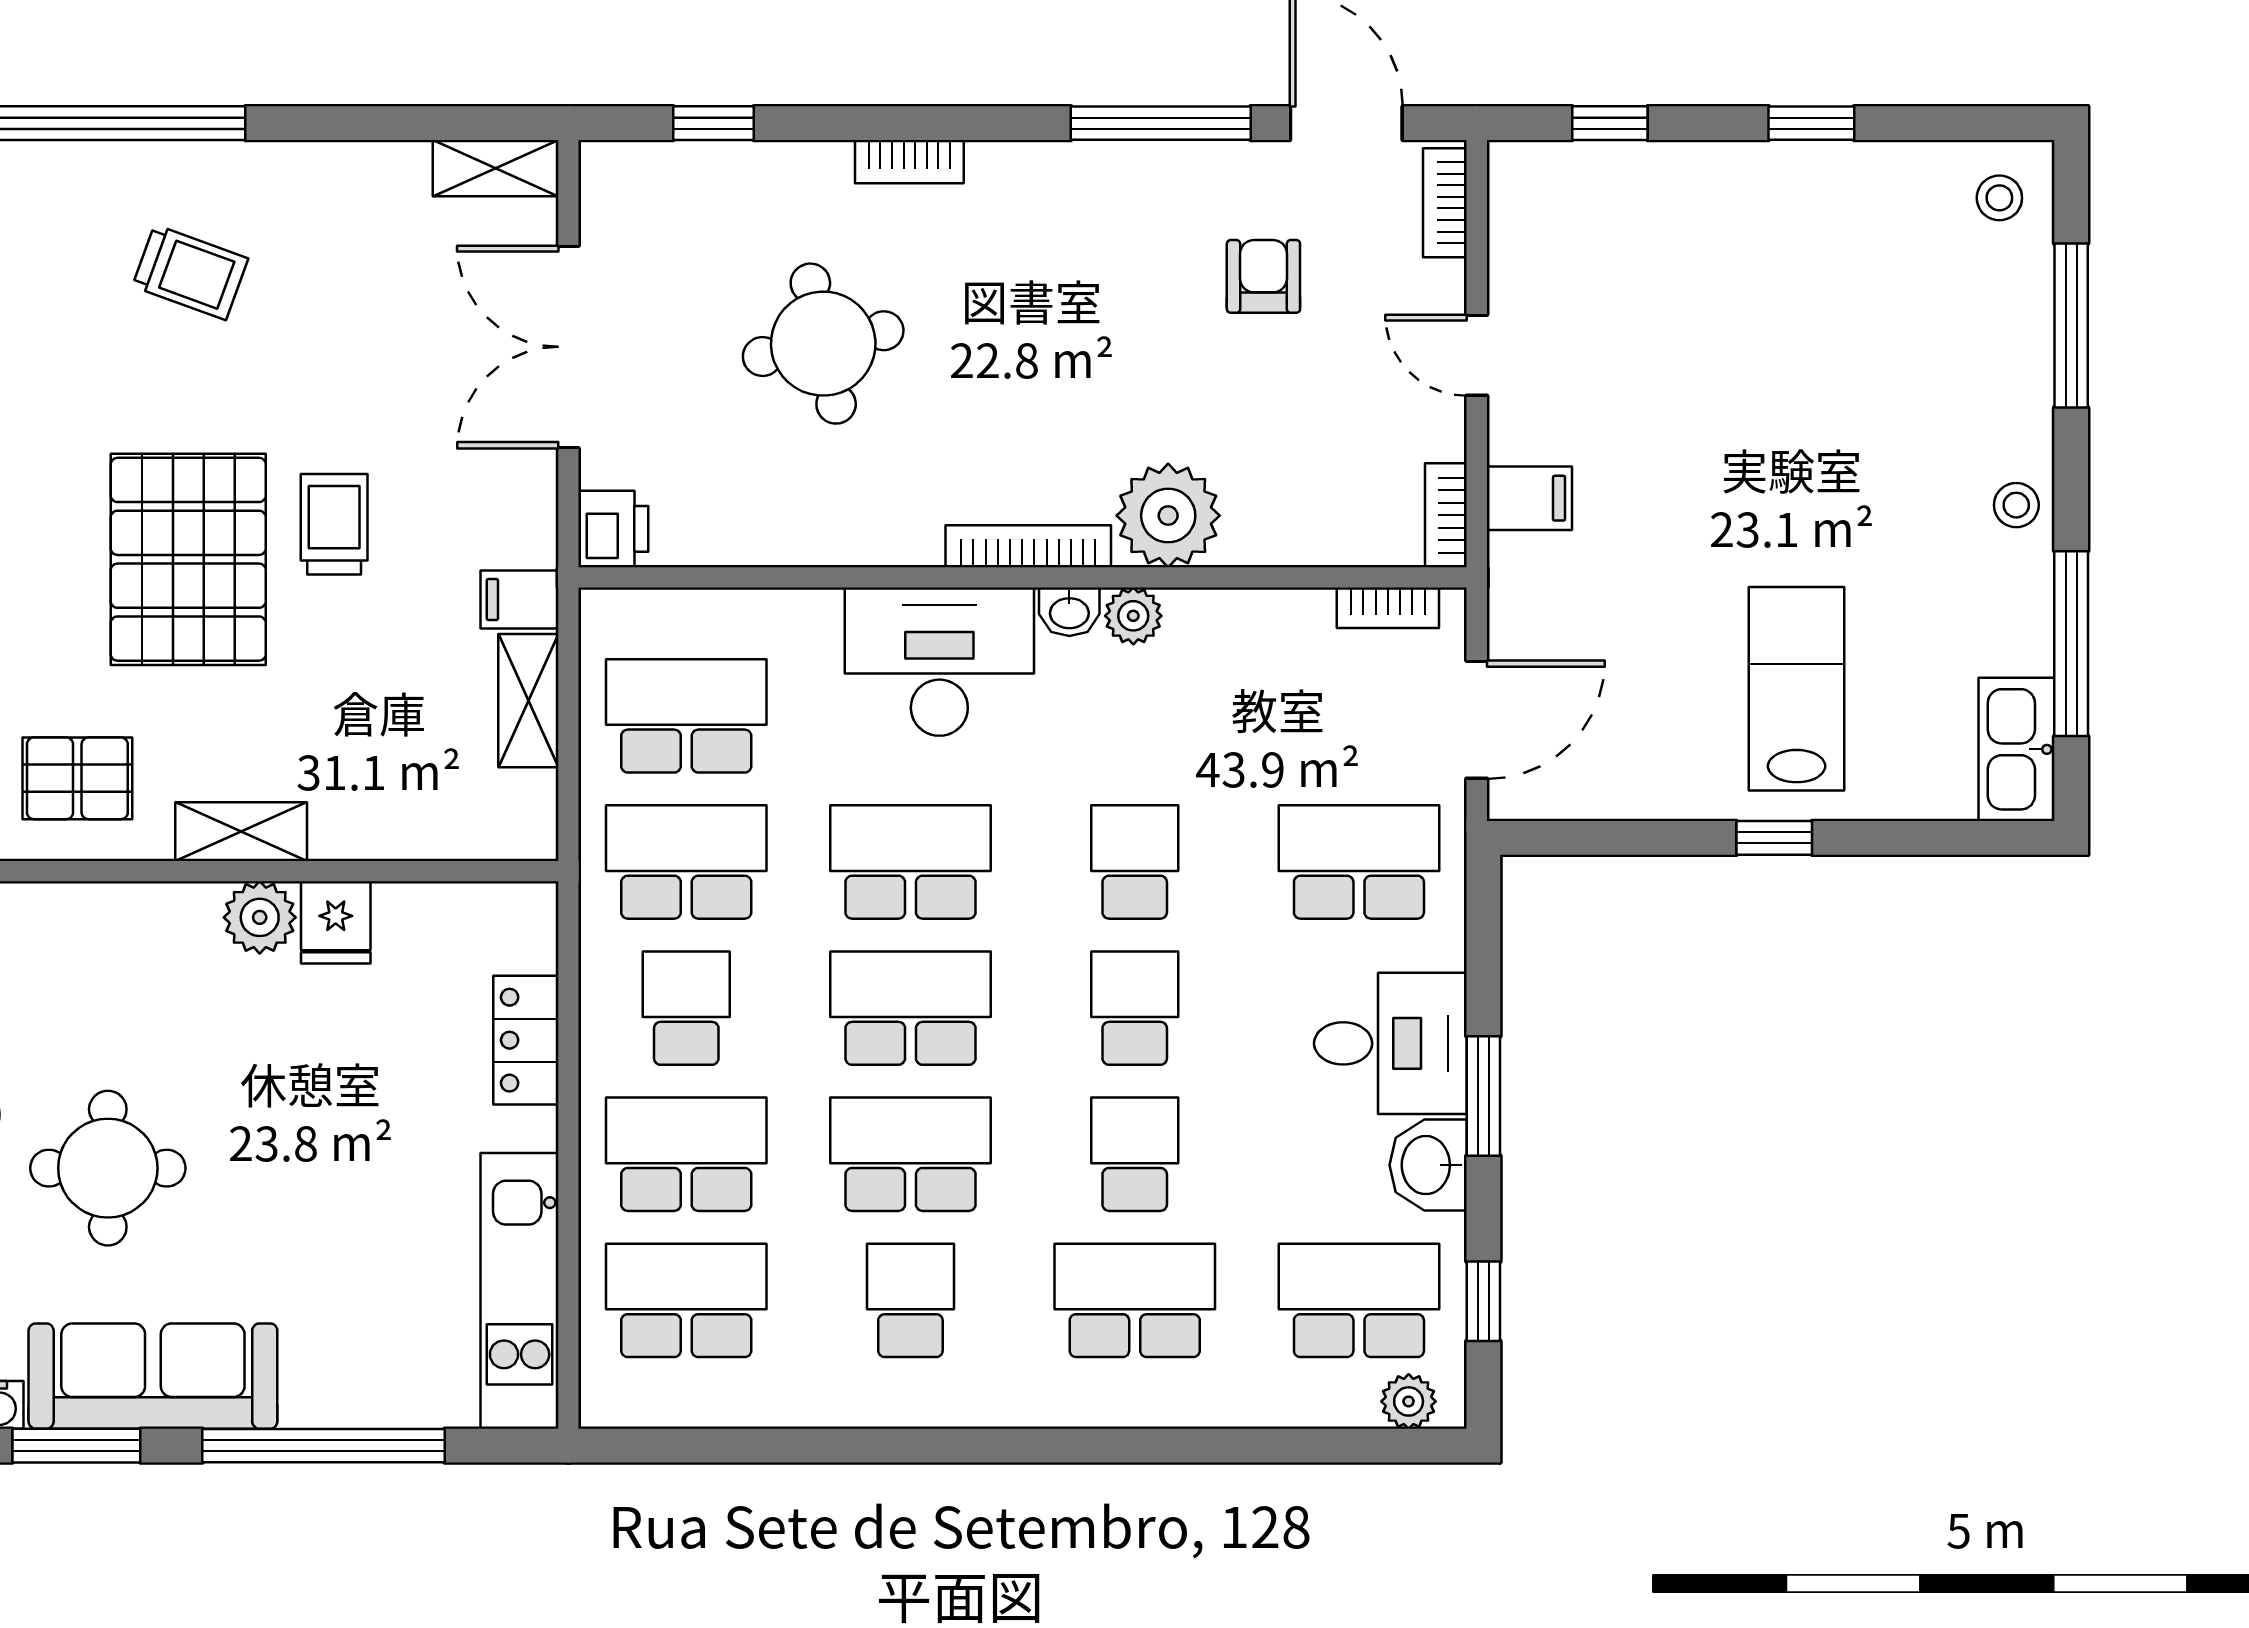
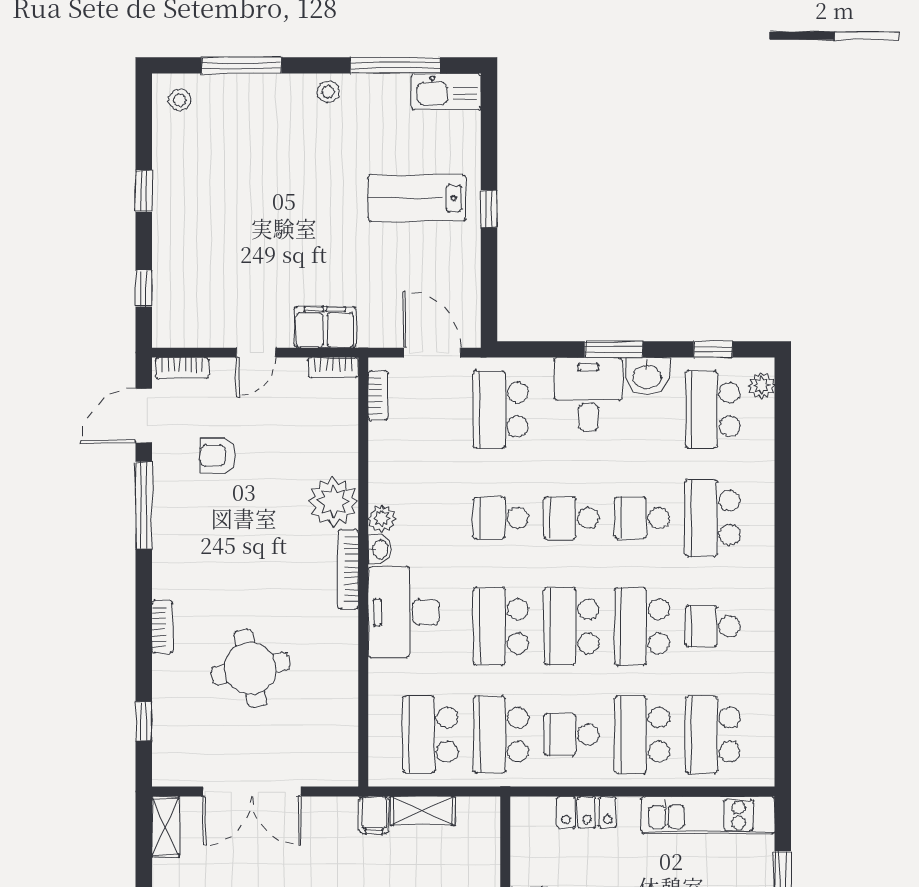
filing cabinet: (1529, 498) -> (325, 327), width x2.00
printer: (613, 529) -> (340, 770), removed

